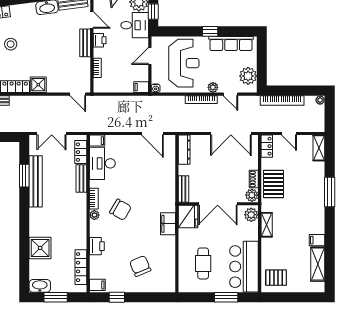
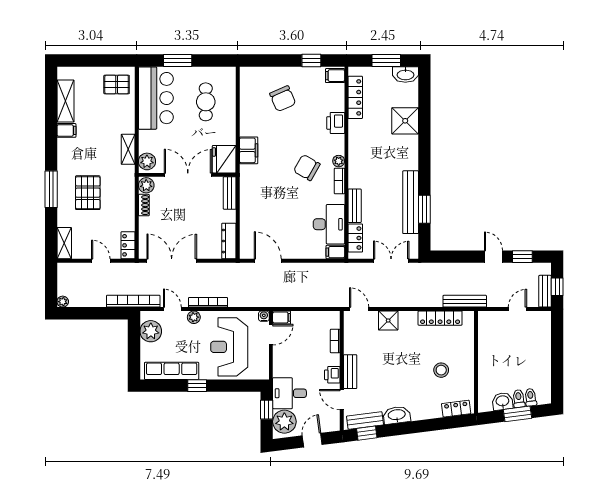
door: (150, 56) -> (271, 335), moved
shower: (38, 85) -> (388, 320), moved
bookcase: (282, 100) -> (133, 301), moved
pallet: (274, 184) -> (88, 193), moved

